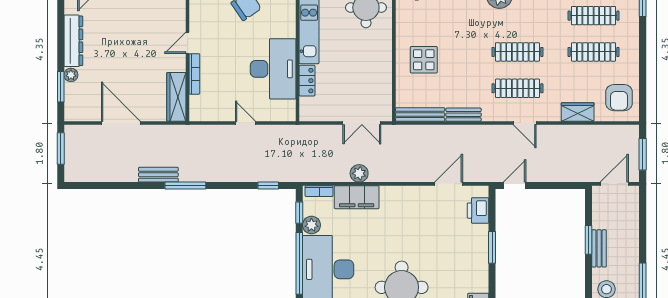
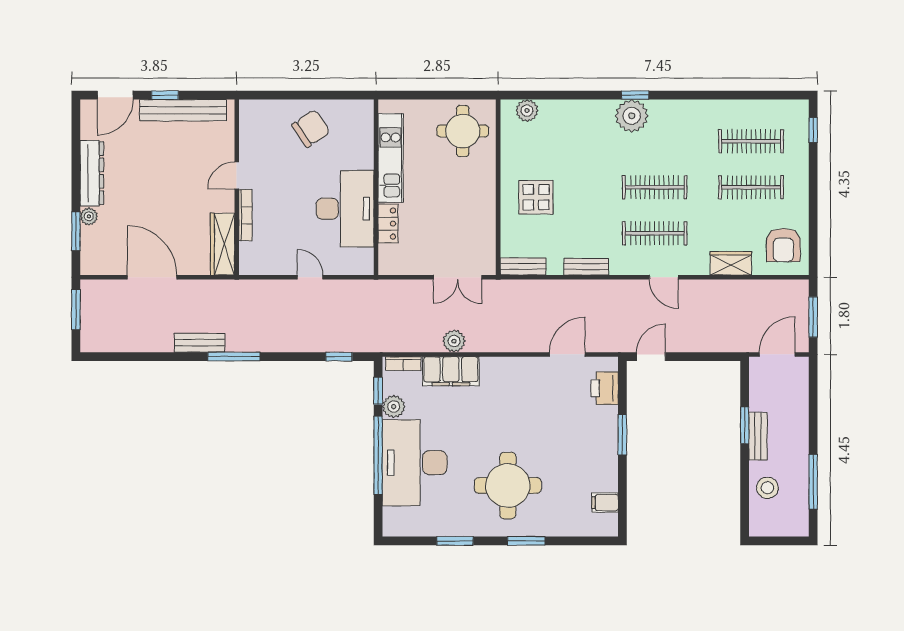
bench: (420, 114) -> (523, 266), width x0.73

